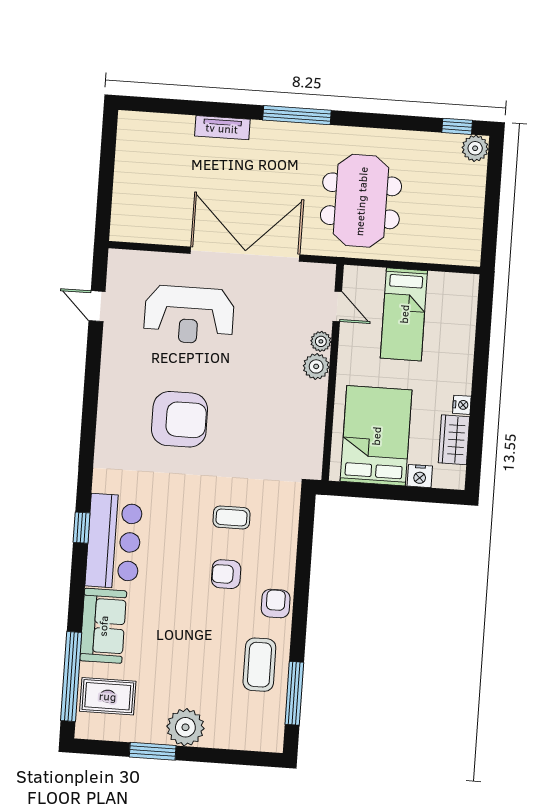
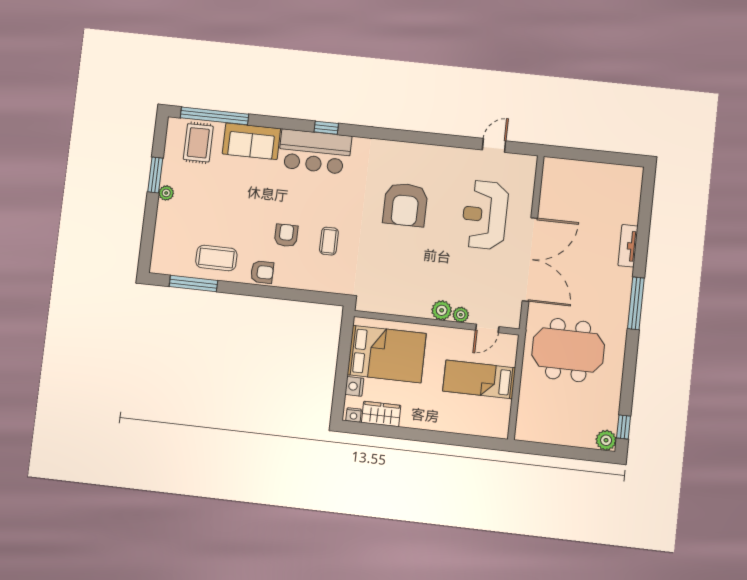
nightstand: (462, 405) -> (354, 415), moved
plant: (185, 727) -> (166, 193), width x0.53, depth x0.53

